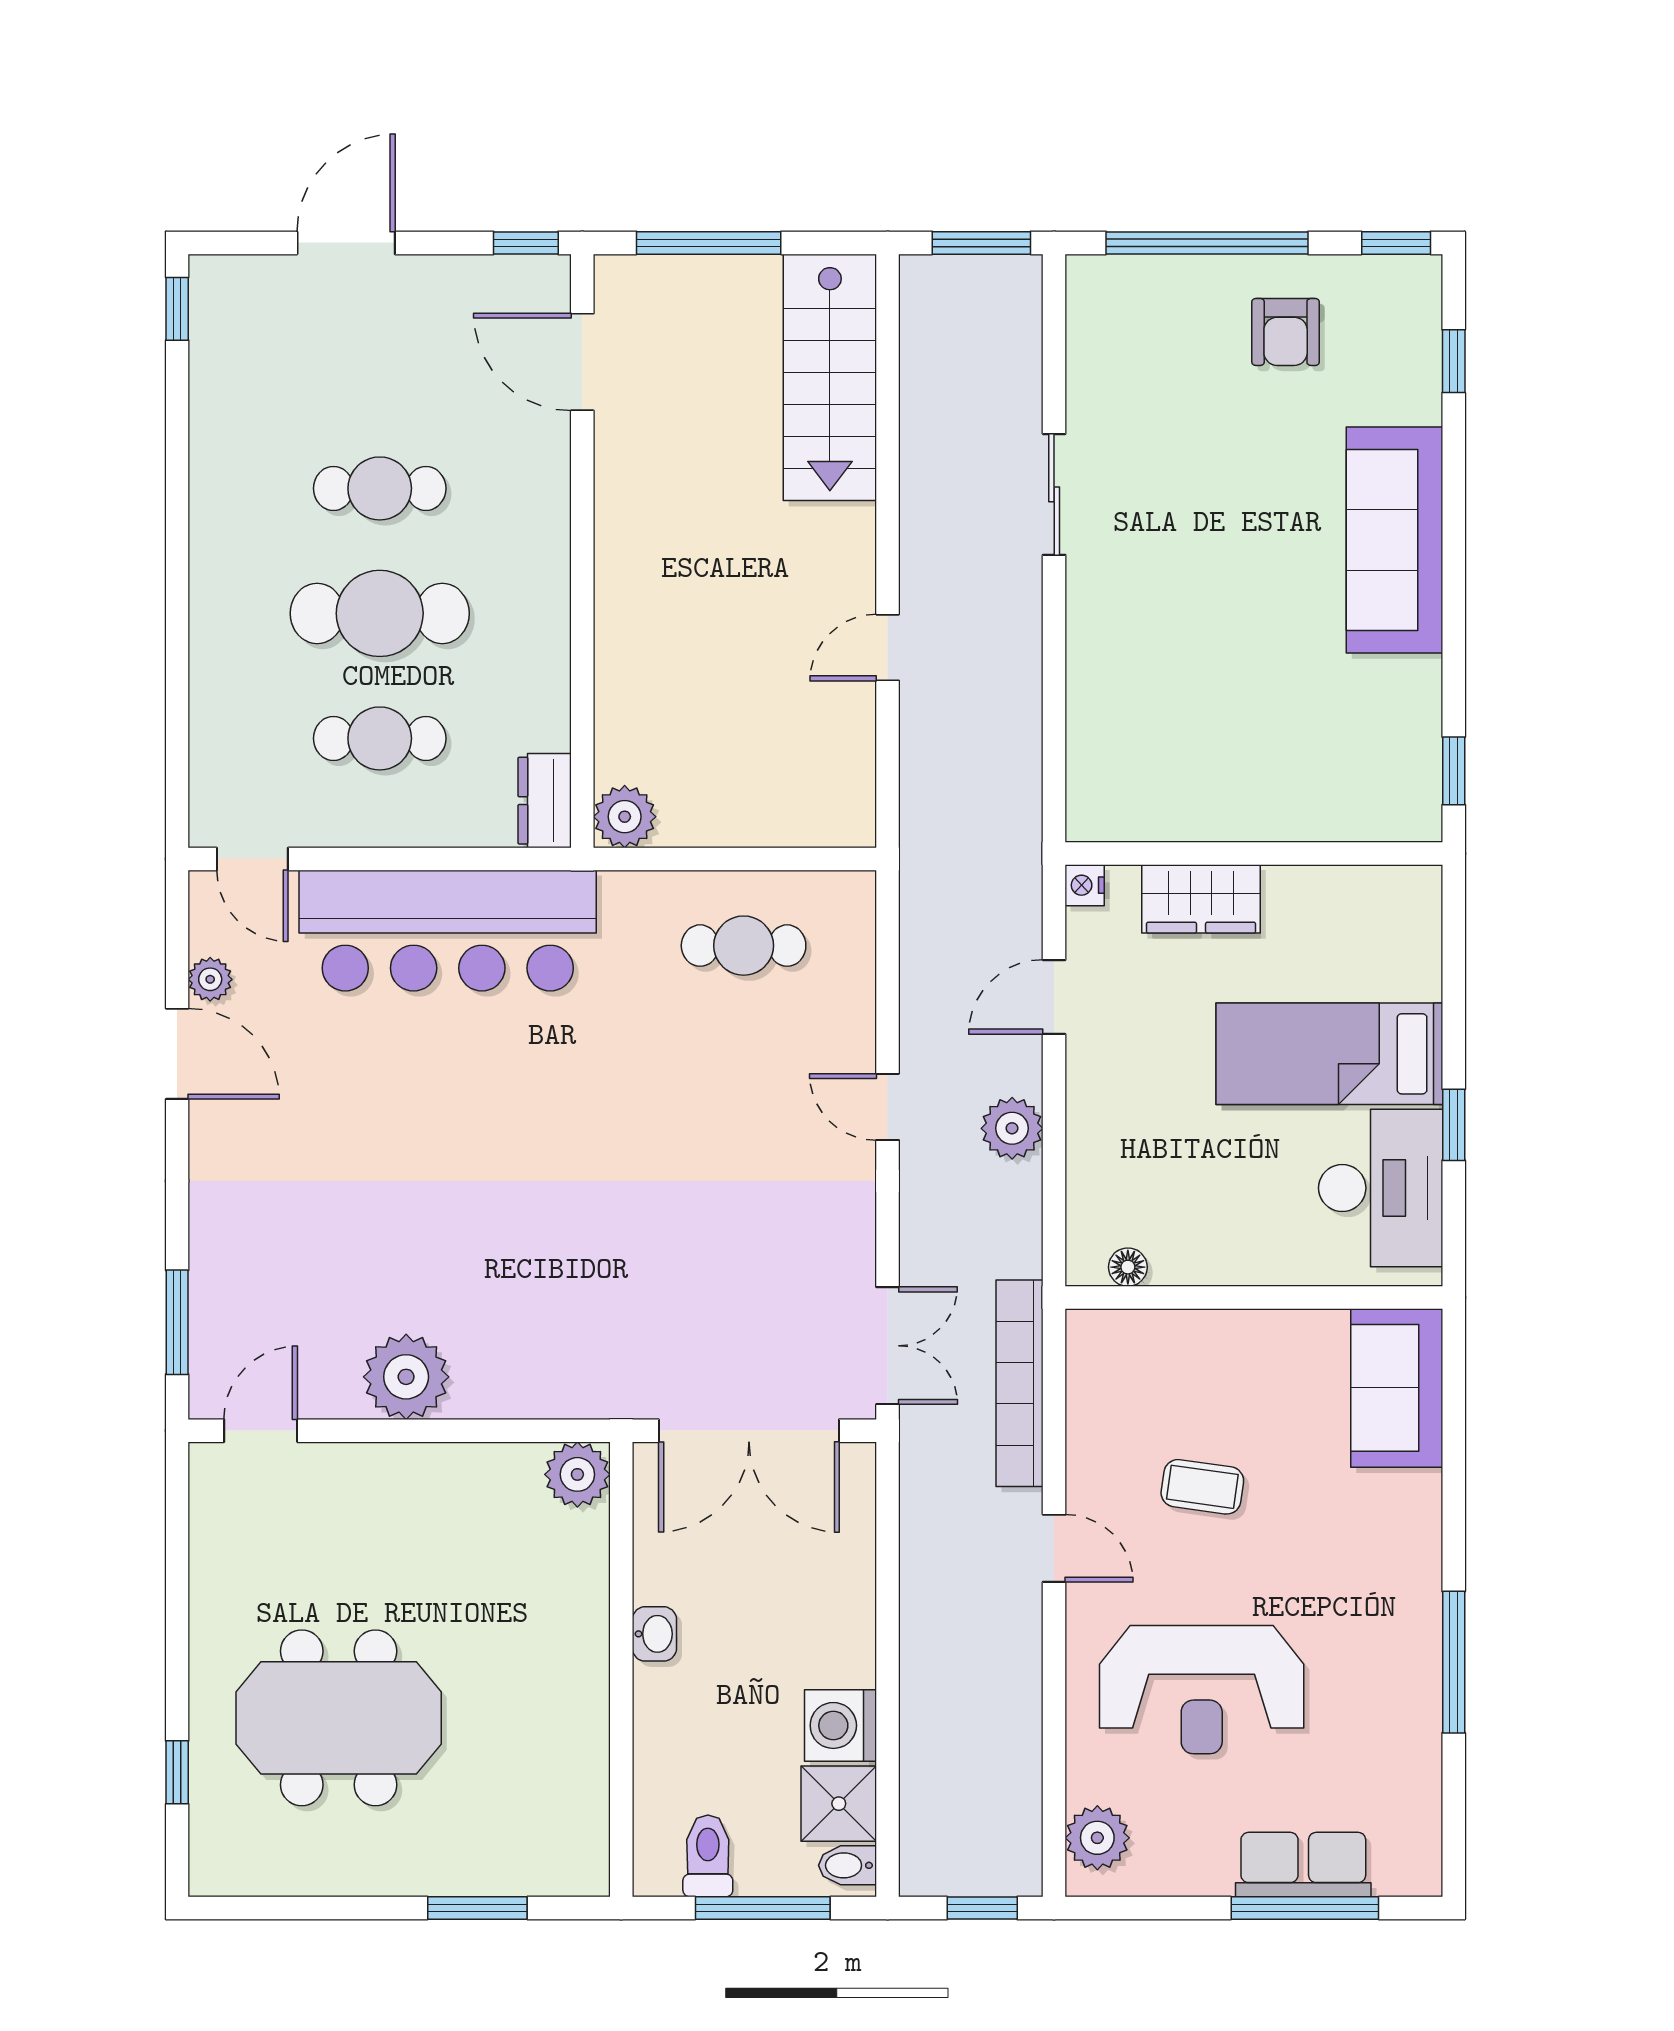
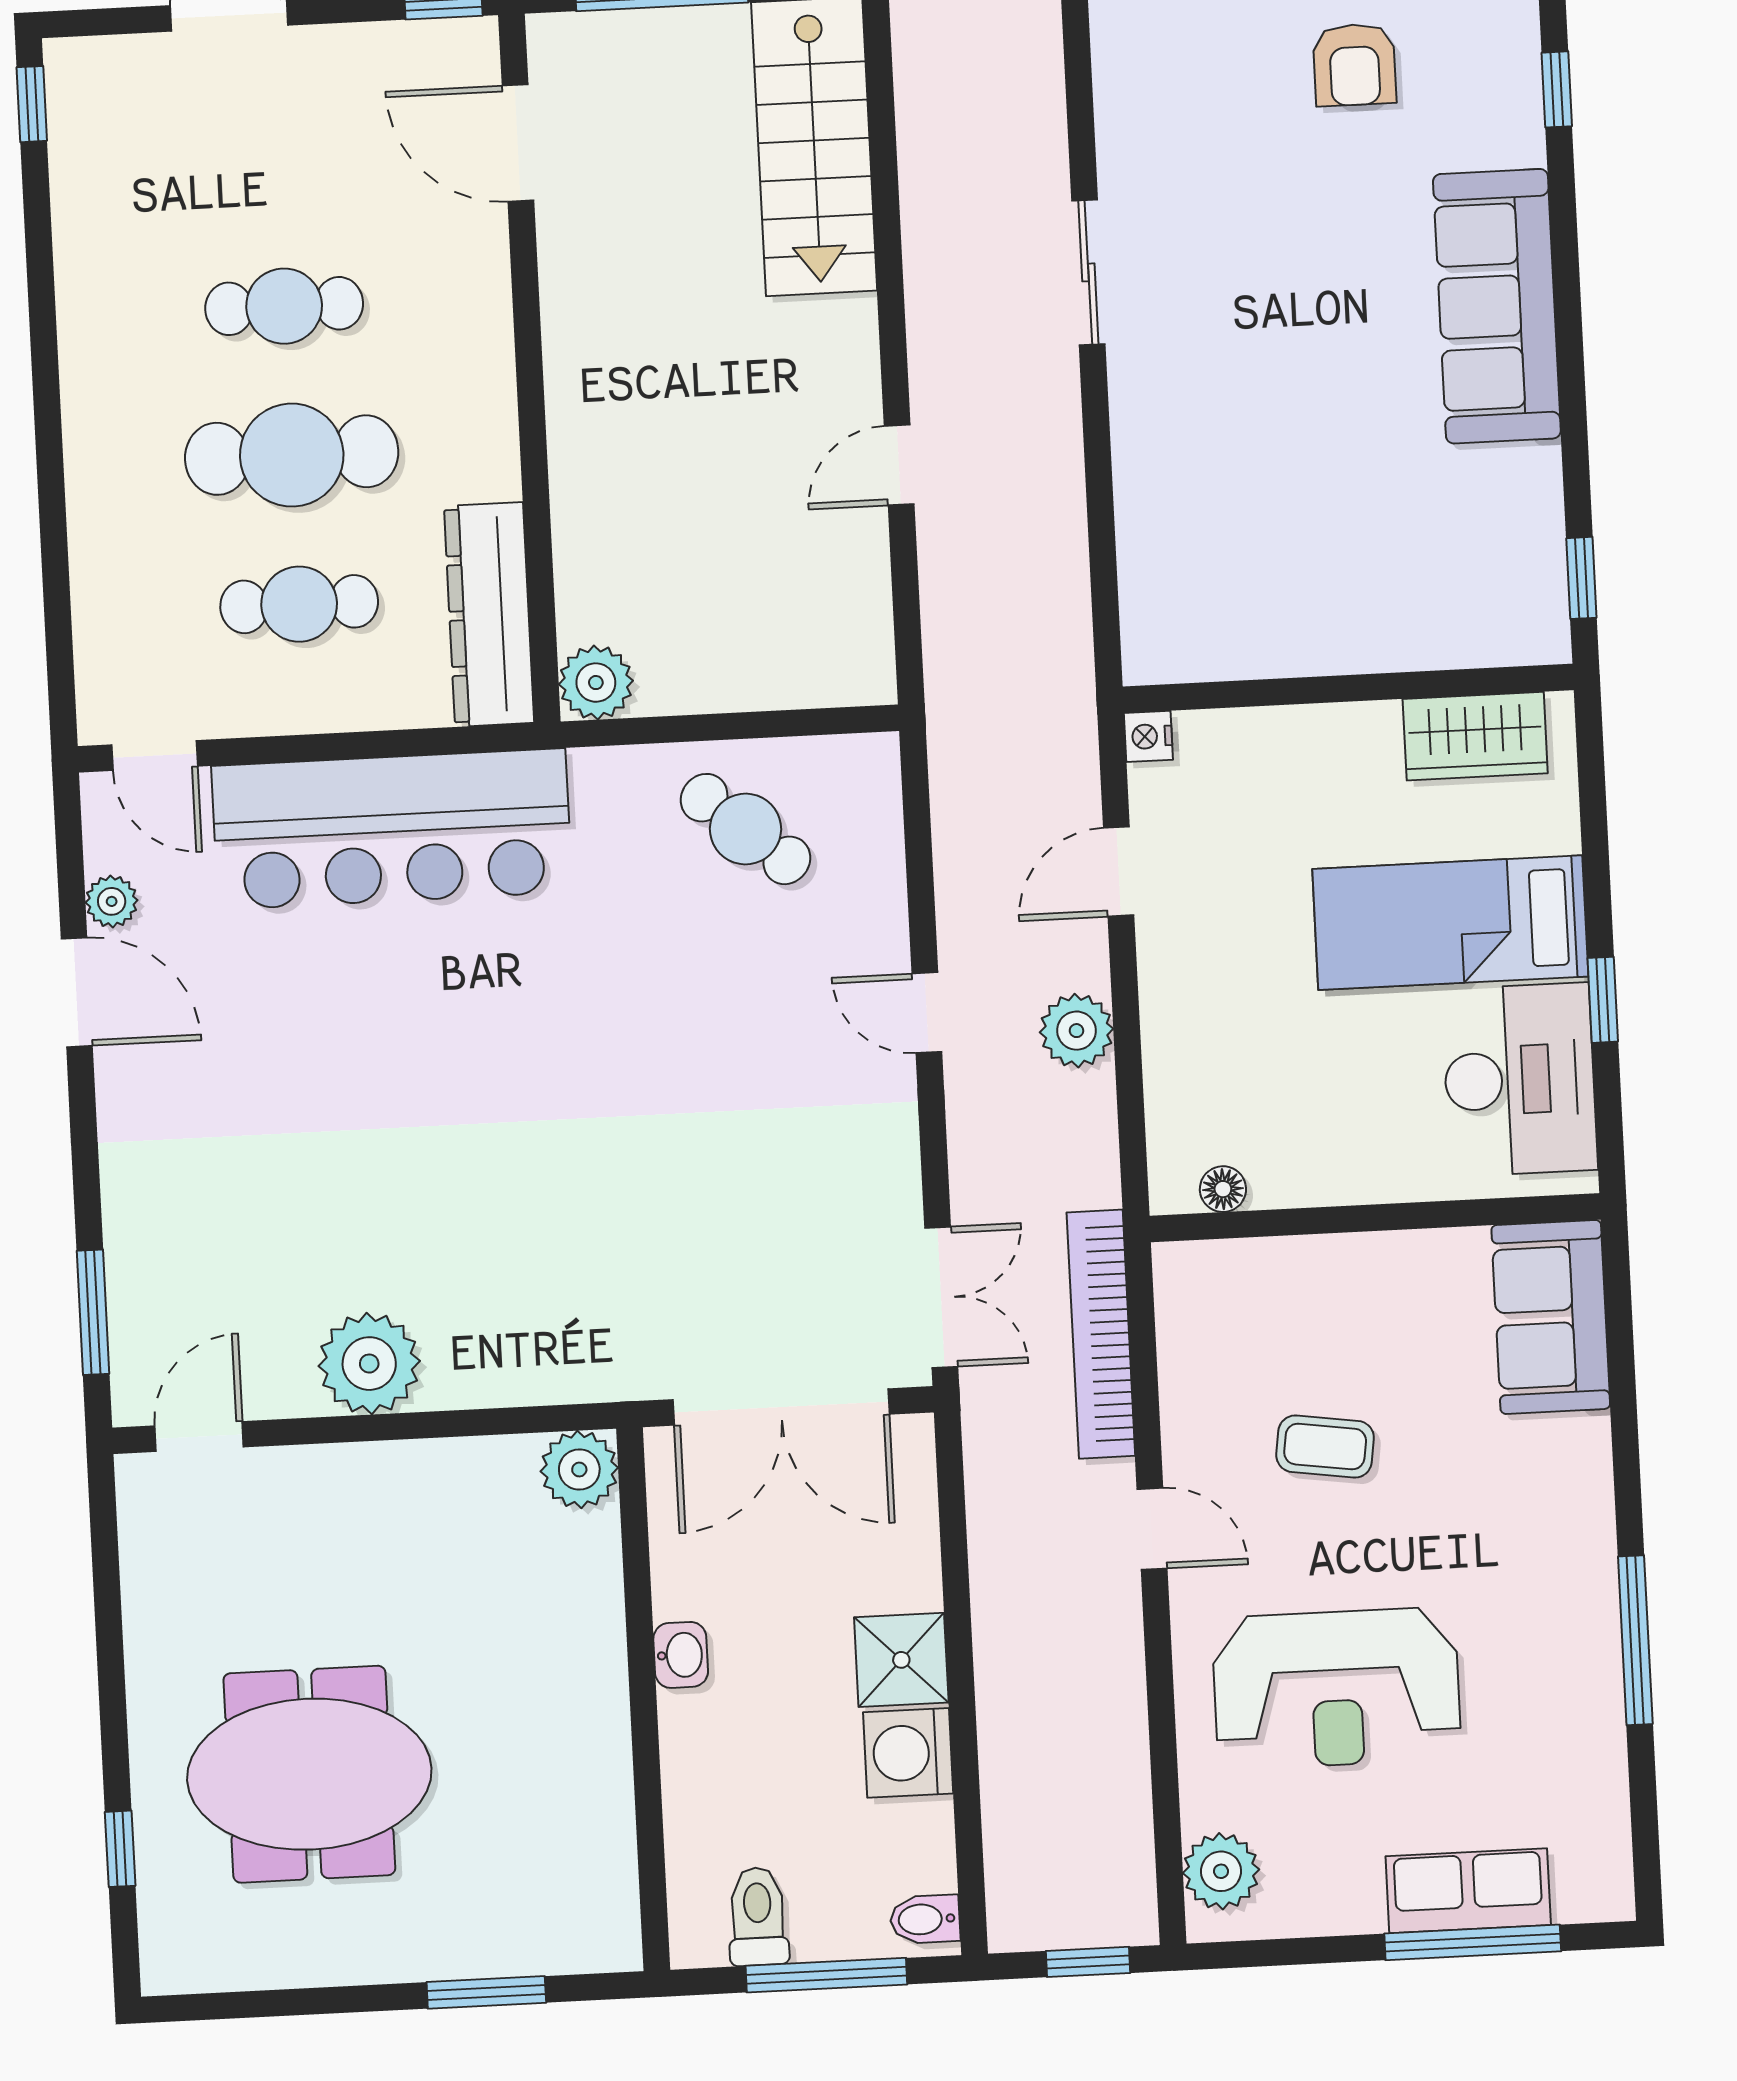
dresser: (545, 801) -> (489, 614), width x1.96, depth x1.24
wardrobe: (1201, 899) -> (1475, 736), moved
cafe table: (744, 946) -> (745, 829), turned 40
shower: (839, 1804) -> (901, 1660), moved

